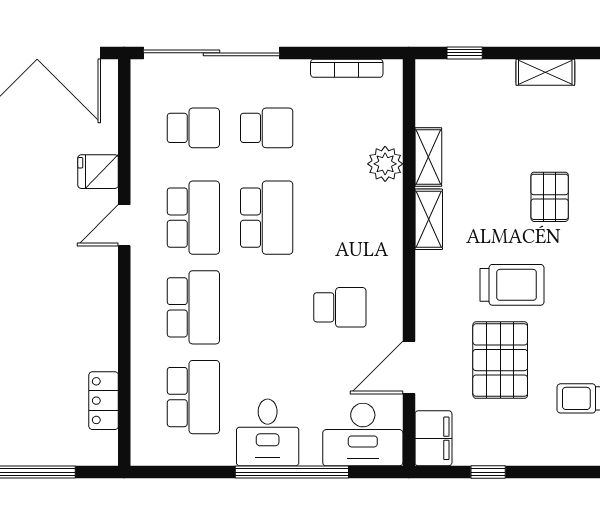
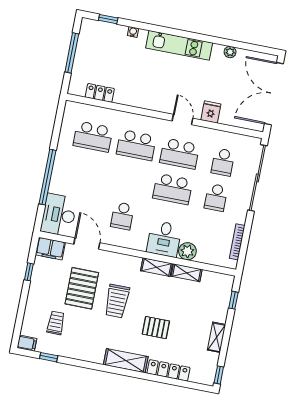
pallet: (500, 360) -> (82, 288), turned 90
desk: (268, 432) -> (164, 239), moved, turned -90

